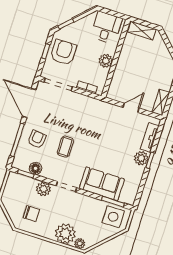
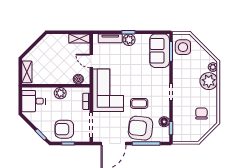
boiler: (115, 86) -> (78, 79), added
corner sofa: (92, 116) -> (108, 90), added
armchair: (37, 139) -> (141, 128), width x1.88, depth x1.88
sofa: (102, 184) -> (160, 51), moved
plant: (43, 189) -> (179, 110), removed

